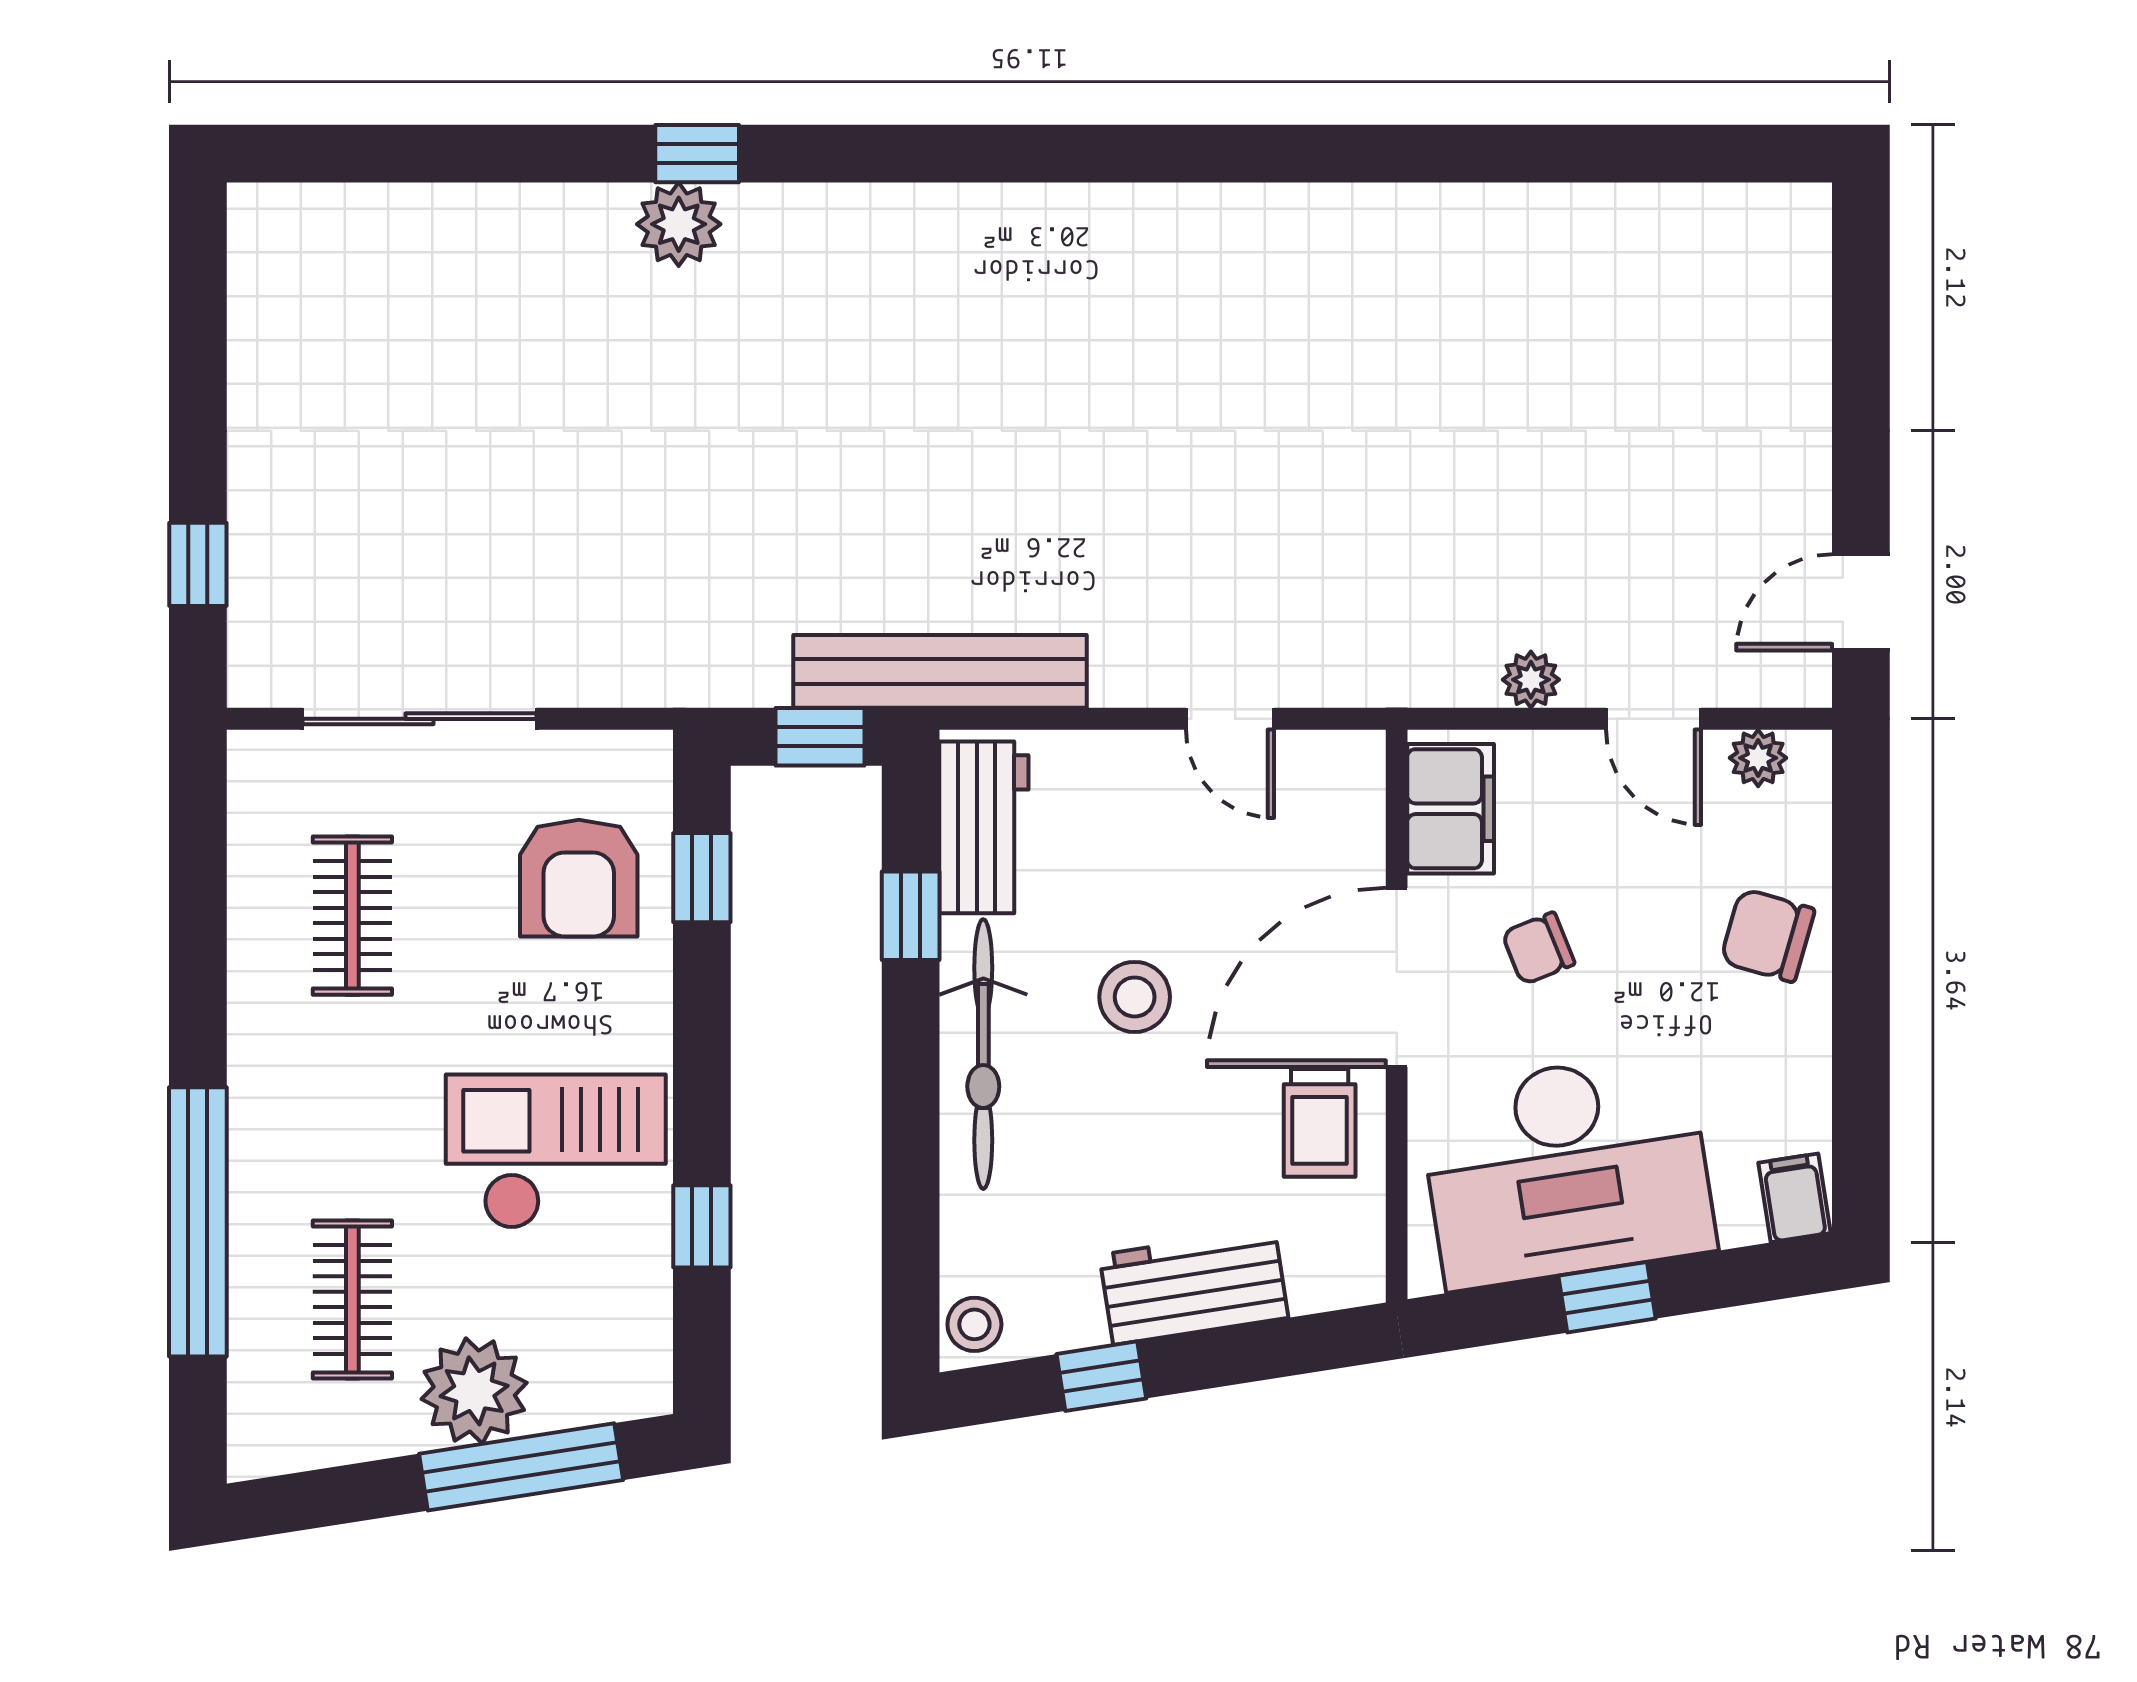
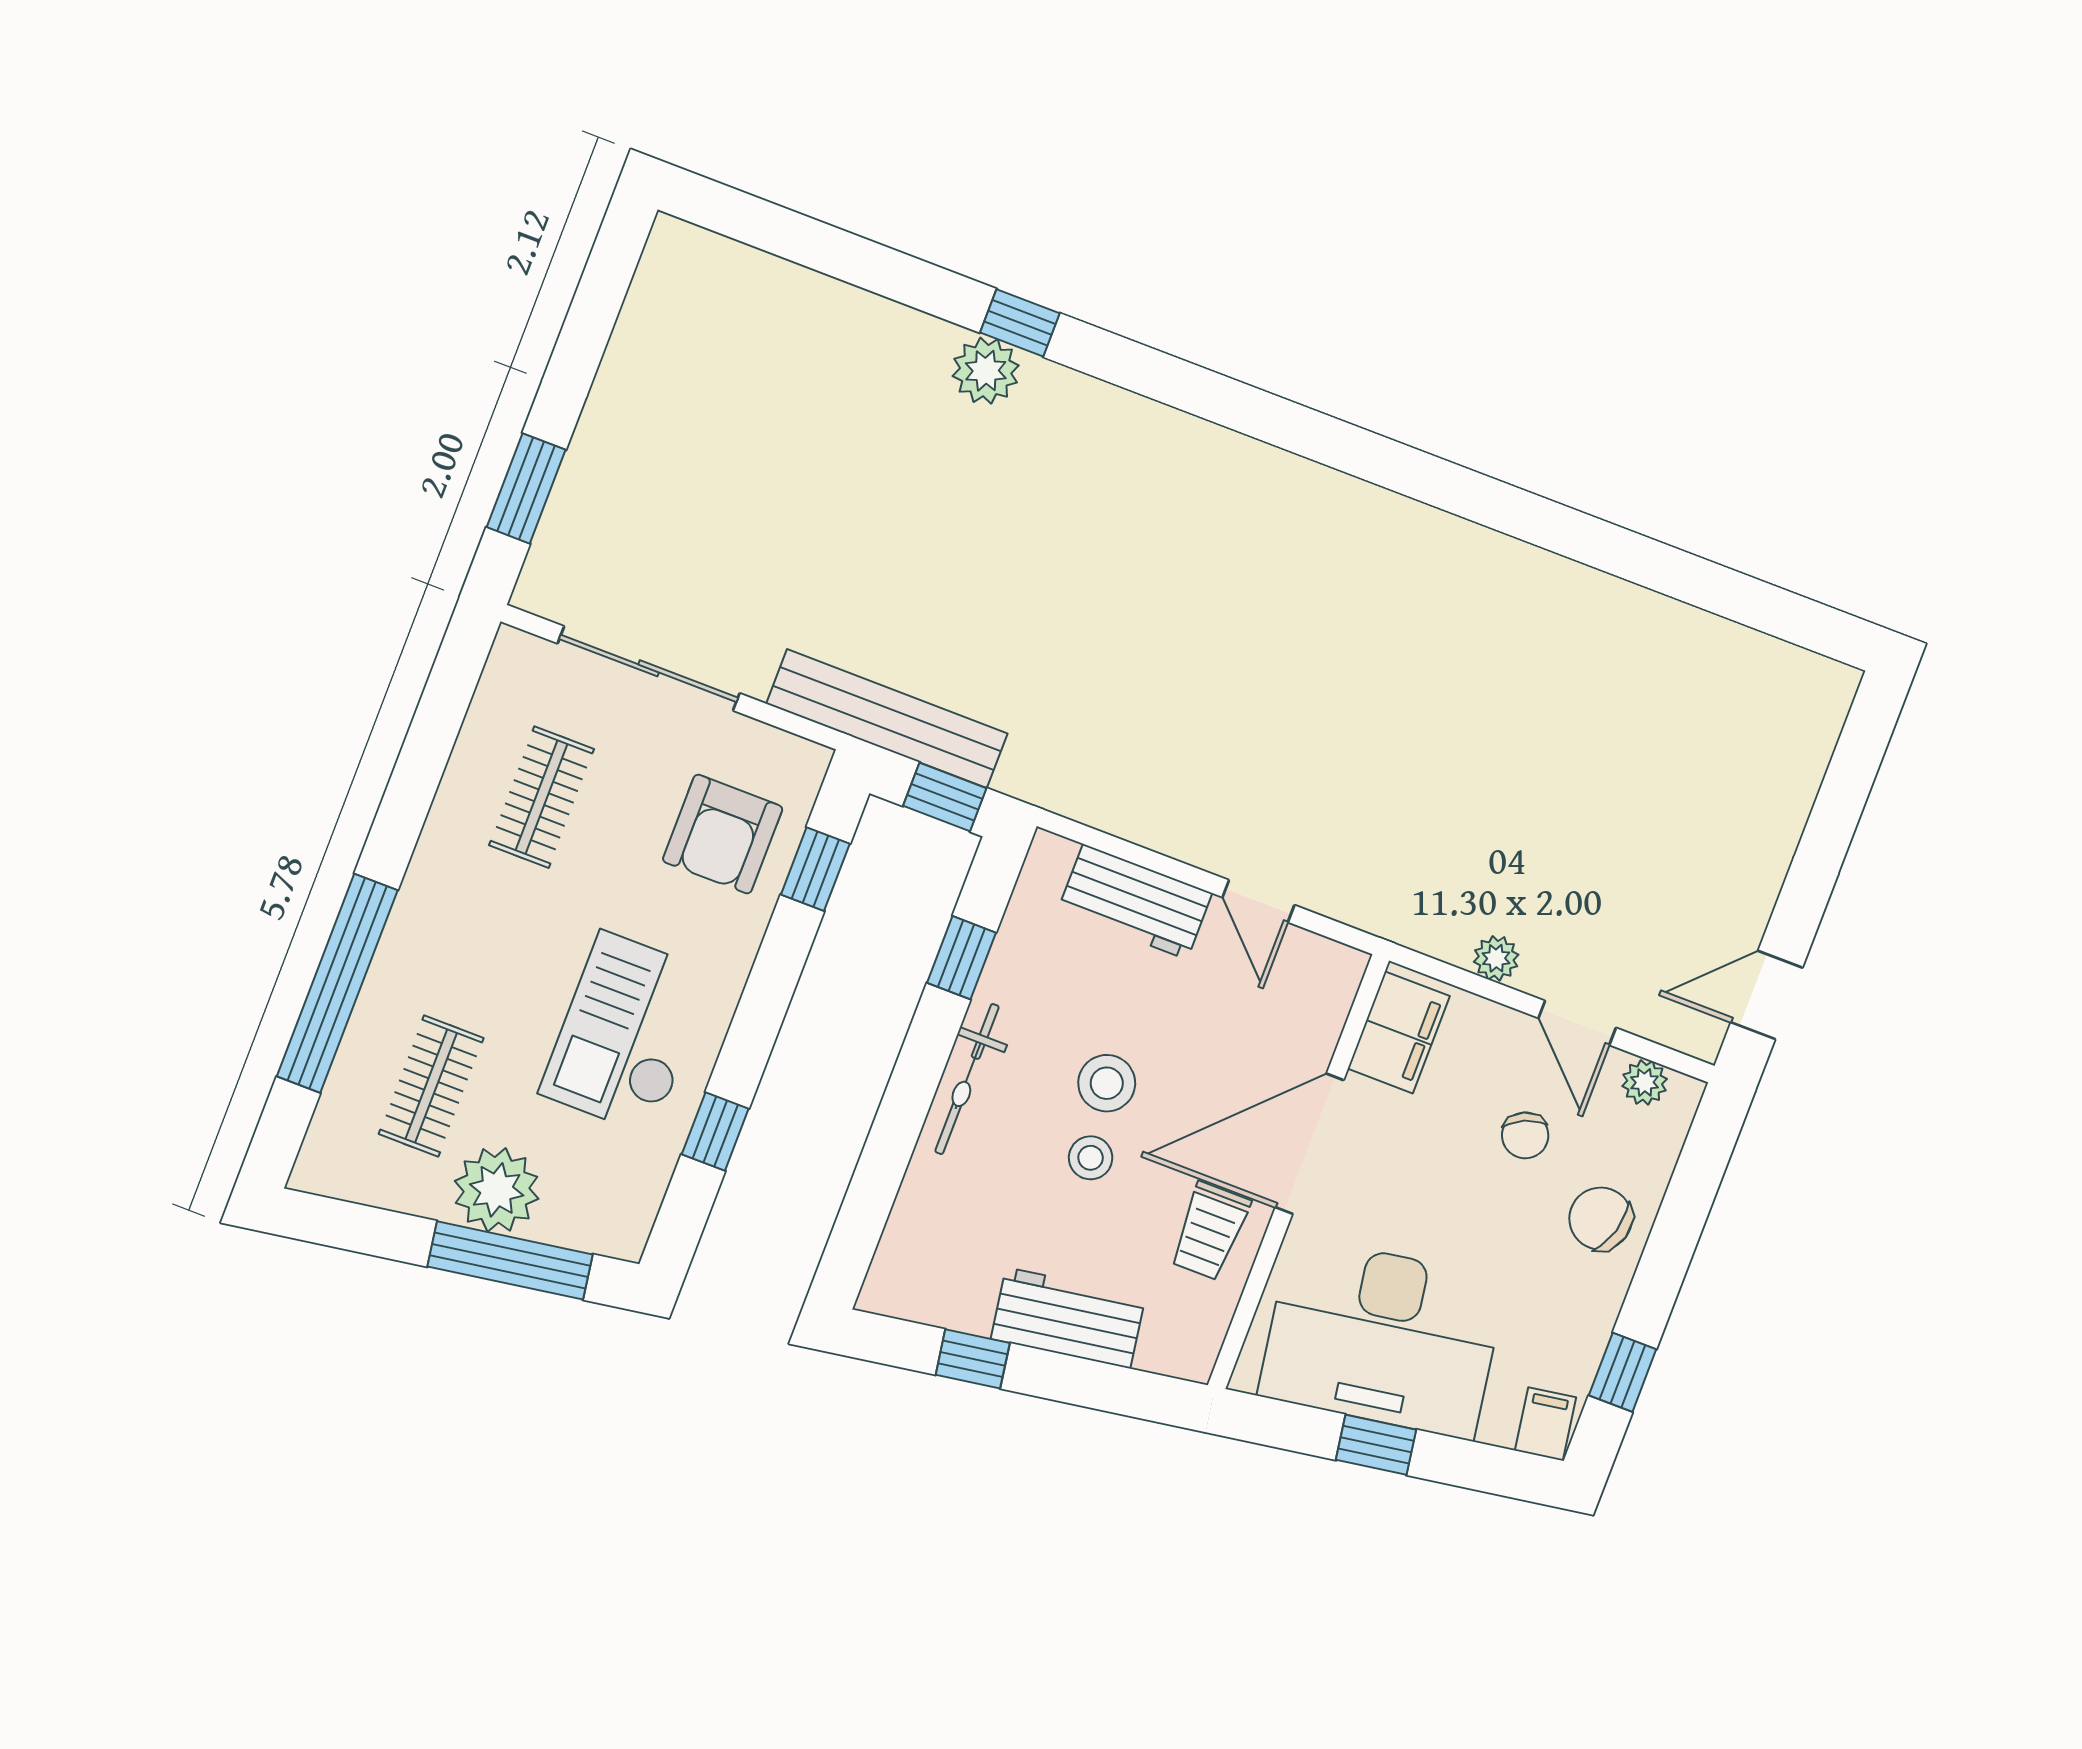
window: (198, 564) -> (526, 488), width x1.50
bench: (940, 671) -> (887, 719), moved
workbench: (984, 827) -> (1135, 902), moved, turned 90
chair: (1538, 948) -> (1525, 1135), moved, turned -92
bicycle: (983, 1054) -> (967, 1079), width x0.73, depth x0.71
window: (1861, 1104) -> (1623, 1372), added
checkout: (556, 1152) -> (627, 1033), turned -90
stool: (974, 1324) -> (1091, 1158), moved

